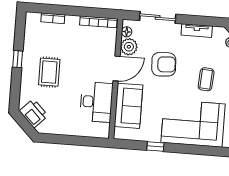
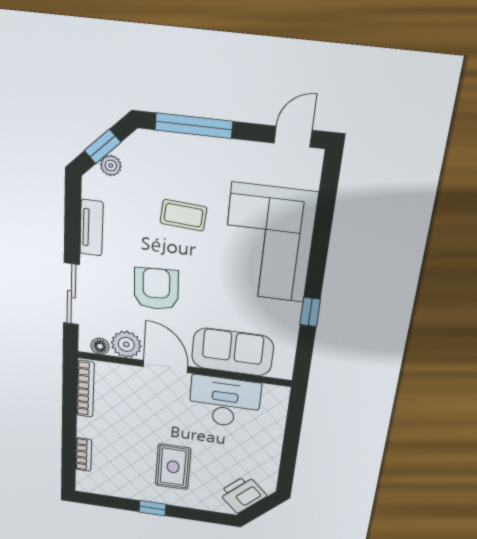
rug: (49, 72) -> (173, 467), turned 90

